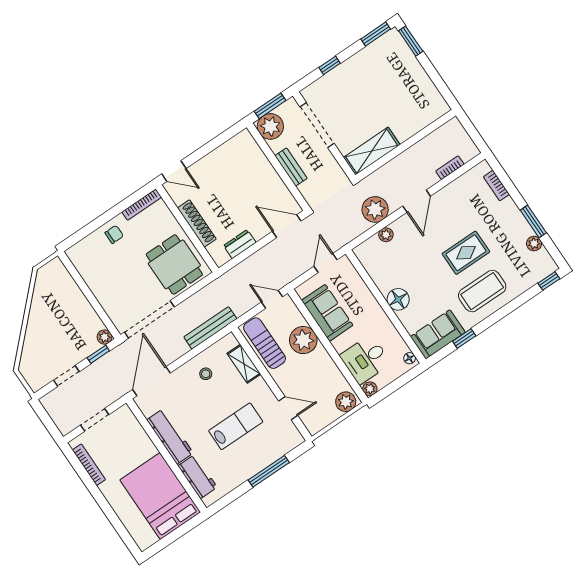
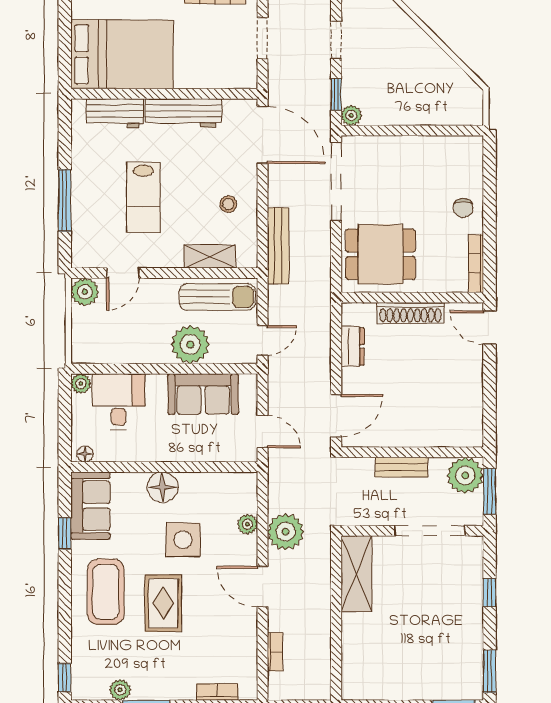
door: (174, 171) -> (490, 328), hinge flipped
side table: (421, 266) -> (183, 540), added
plant: (346, 402) -> (85, 292), moved

